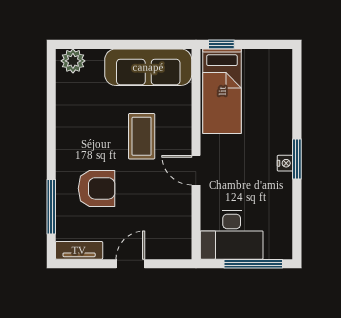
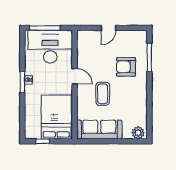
window: (221, 44) -> (43, 141), moved
bed: (222, 91) -> (56, 117), width x1.50
desk: (232, 235) -> (50, 47), width x1.36, depth x1.30
tv unit: (79, 250) -> (135, 35), removed

